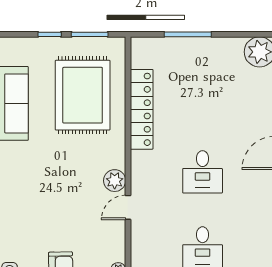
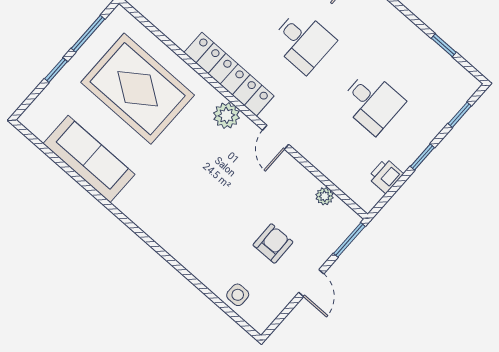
locker: (142, 109) -> (229, 74), moved
plant: (115, 181) -> (226, 115), moved

